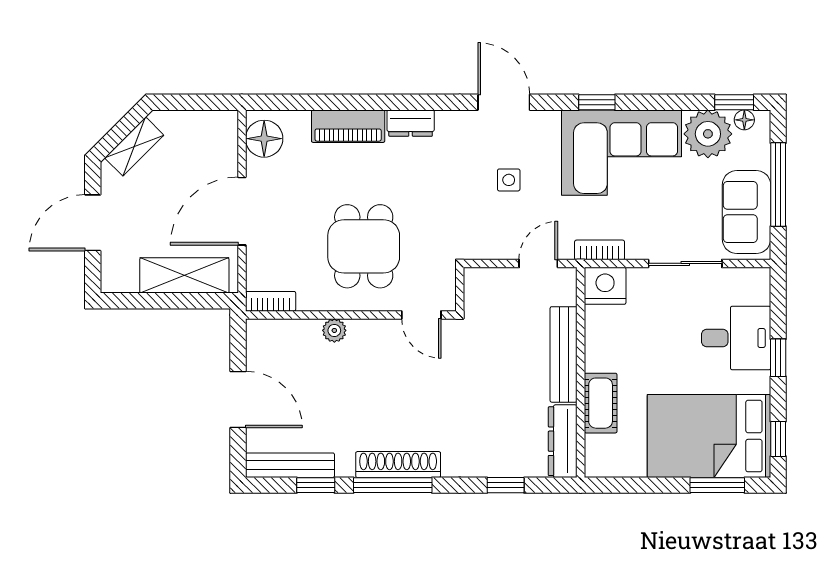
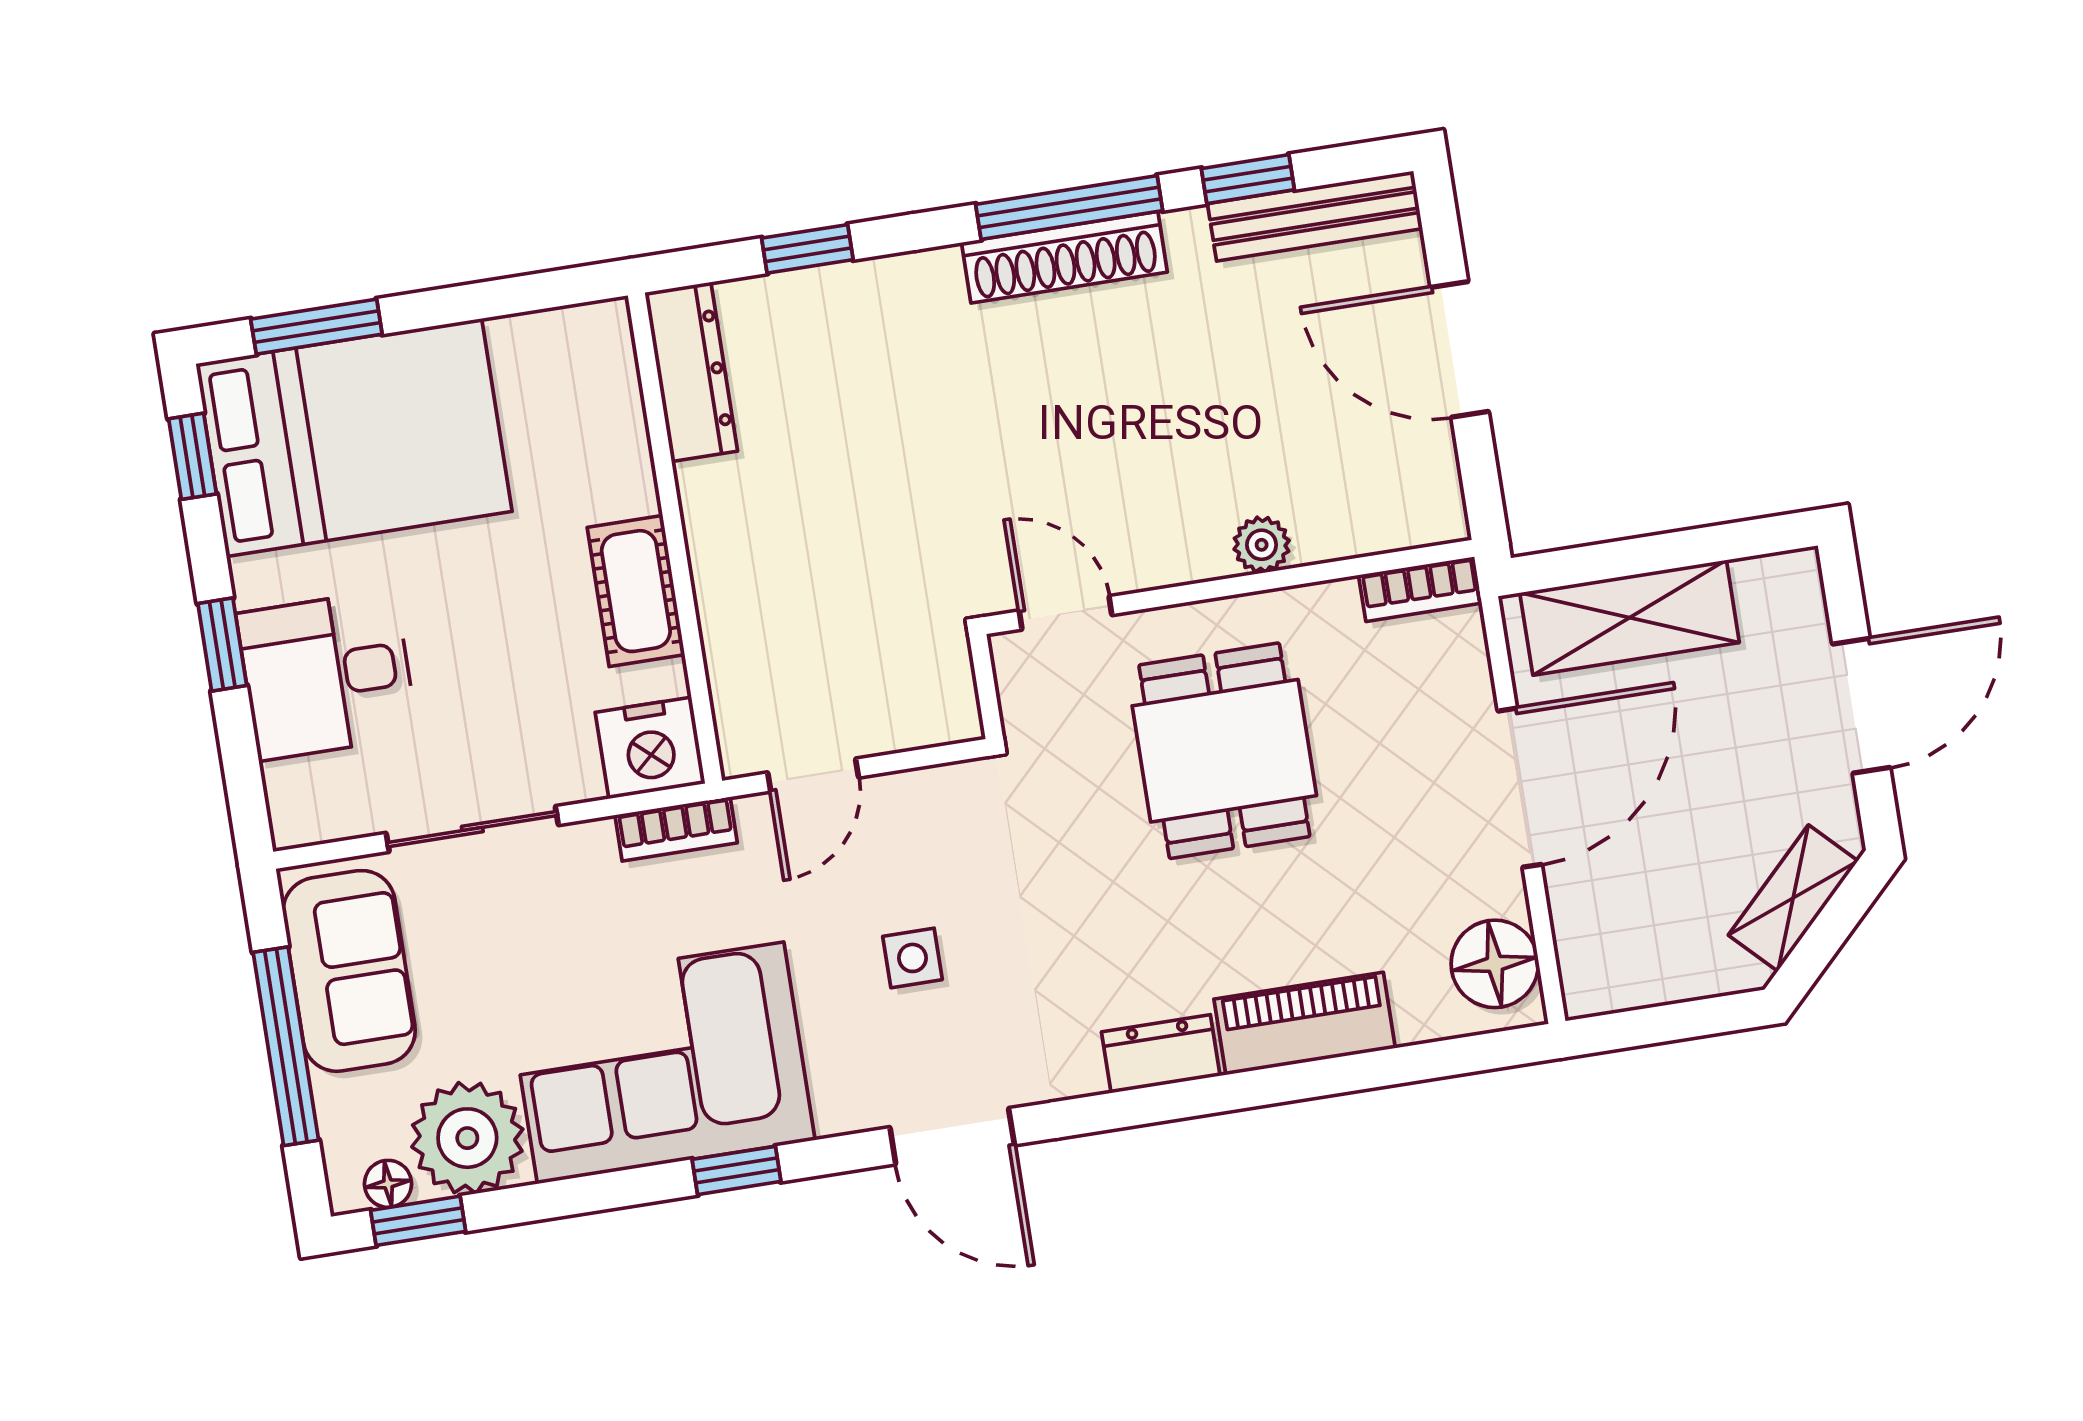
bench: (564, 354) -> (721, 573), removed
cot: (601, 403) -> (636, 591), moved

